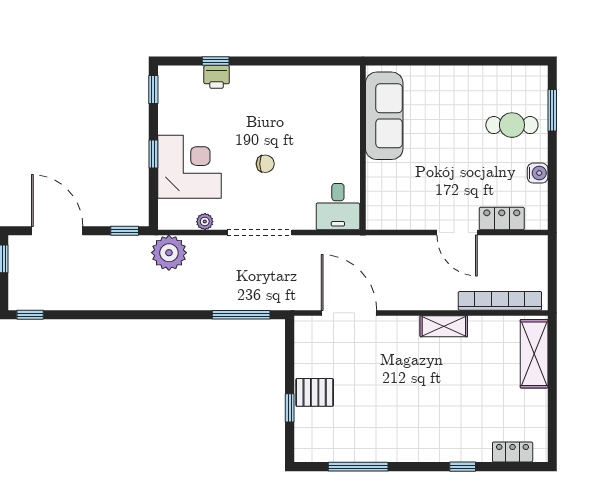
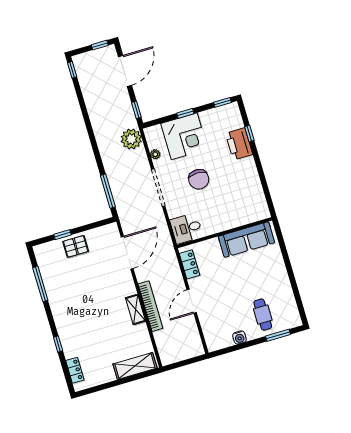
printer: (217, 77) -> (239, 144), width x1.87, depth x1.48
chair: (265, 164) -> (199, 179), width x1.87, depth x1.87
locker: (502, 219) -> (190, 264), moved
bookcase: (500, 301) -> (150, 306), moved
pallet: (315, 392) -> (76, 246), turned 90

